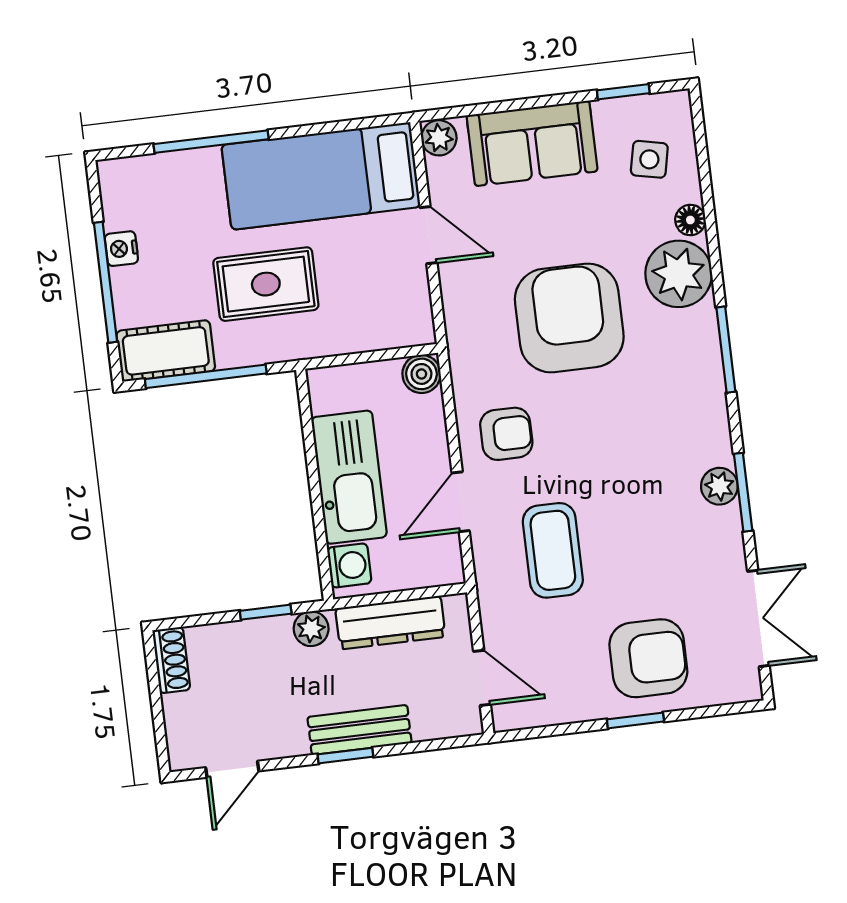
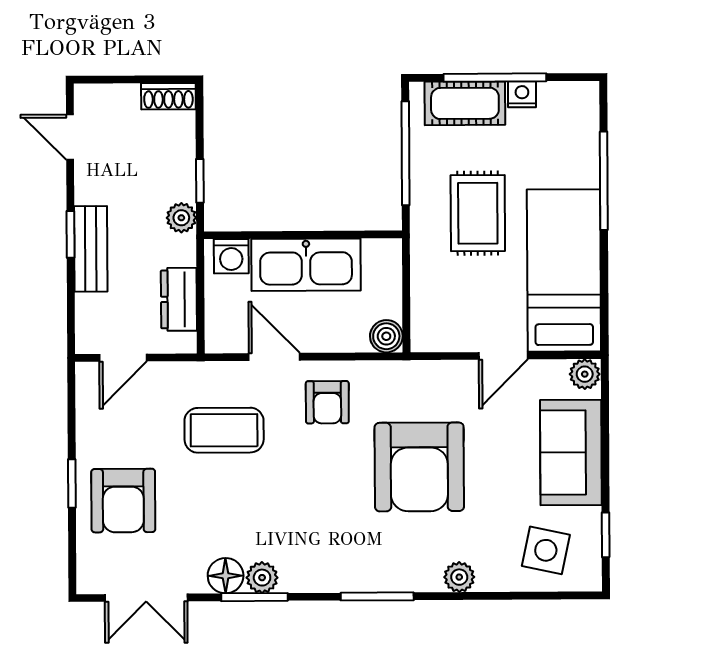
side table: (649, 159) -> (546, 550), width x1.37, depth x1.37
floor lamp: (690, 220) -> (226, 576), moved, width x1.37, depth x1.37
plant: (679, 274) -> (459, 577), width x0.53, depth x0.53
armchair: (569, 318) -> (419, 467), turned 90
cot: (166, 351) -> (465, 103), moved, turned 90
dresser: (390, 623) -> (179, 299), width x0.70

